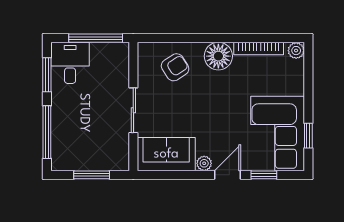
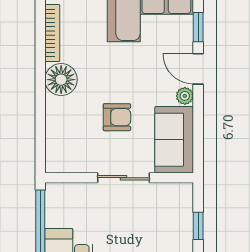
armchair: (175, 67) -> (117, 117), moved, turned 123
window: (92, 175) -> (198, 226), width x0.67

